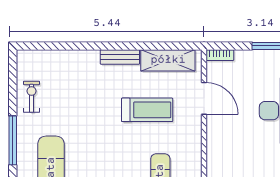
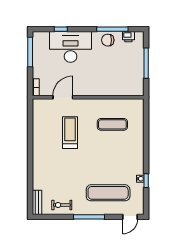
bench: (120, 57) -> (37, 202), moved
shelving: (168, 60) -> (39, 120), removed

